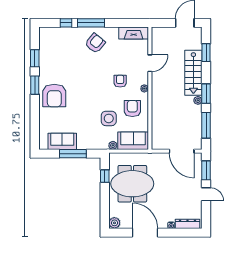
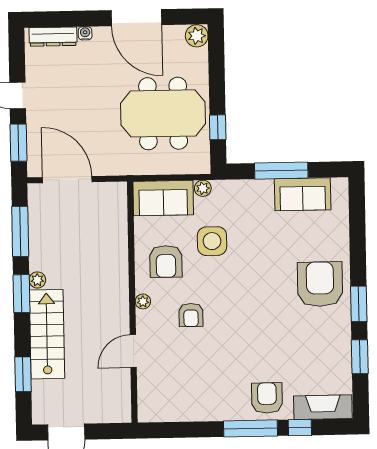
fireplace: (134, 33) -> (323, 407), moved
armchair: (95, 43) -> (267, 398), moved, turned 140

